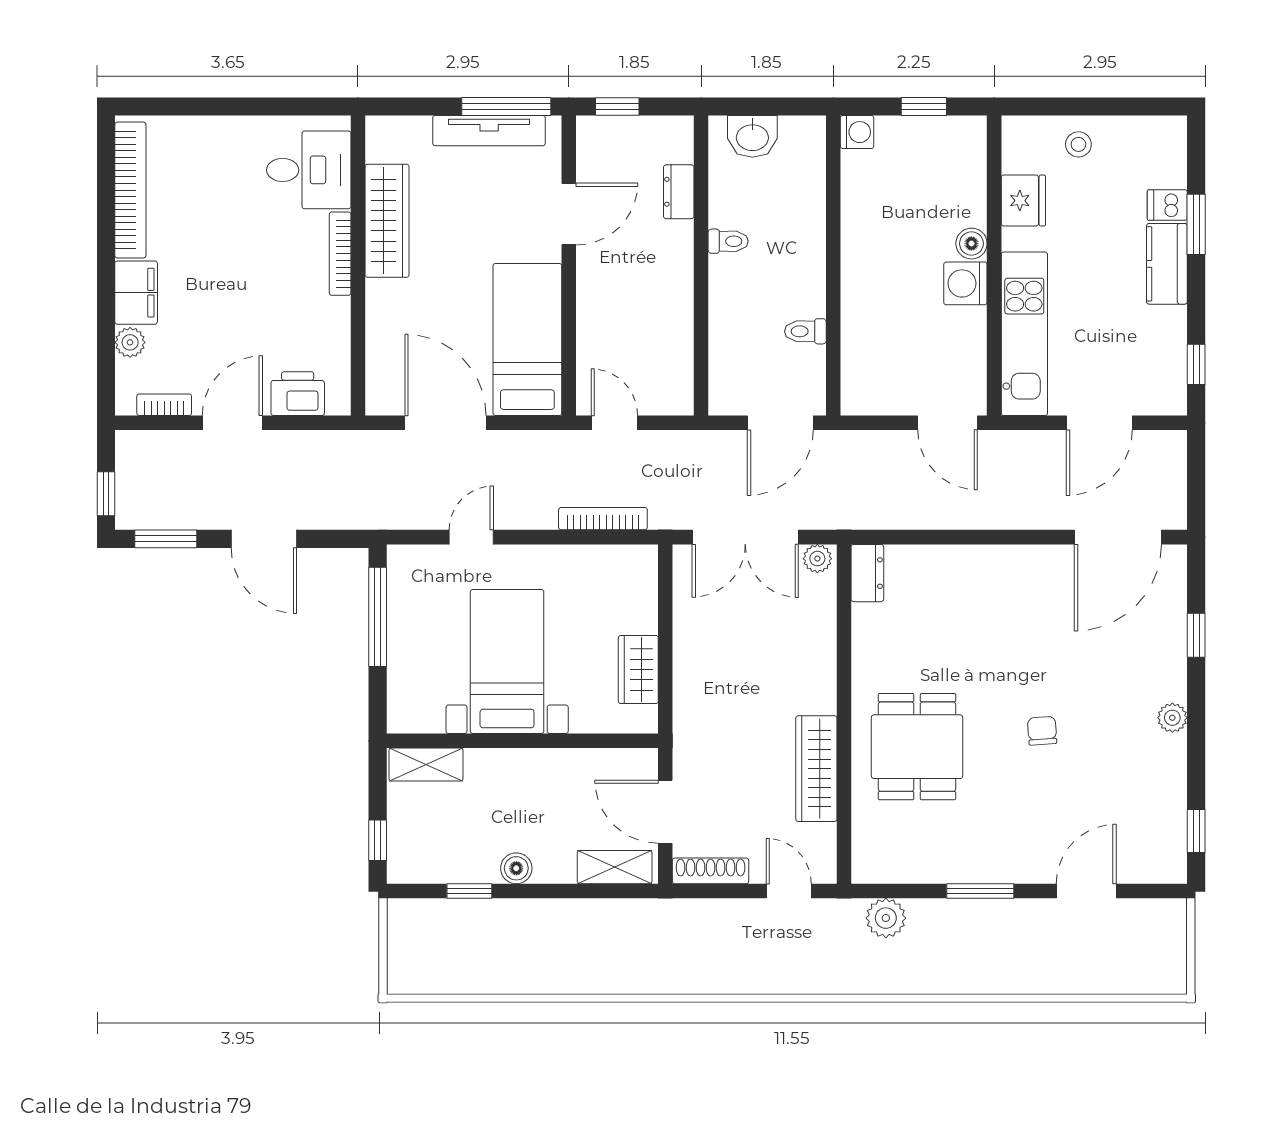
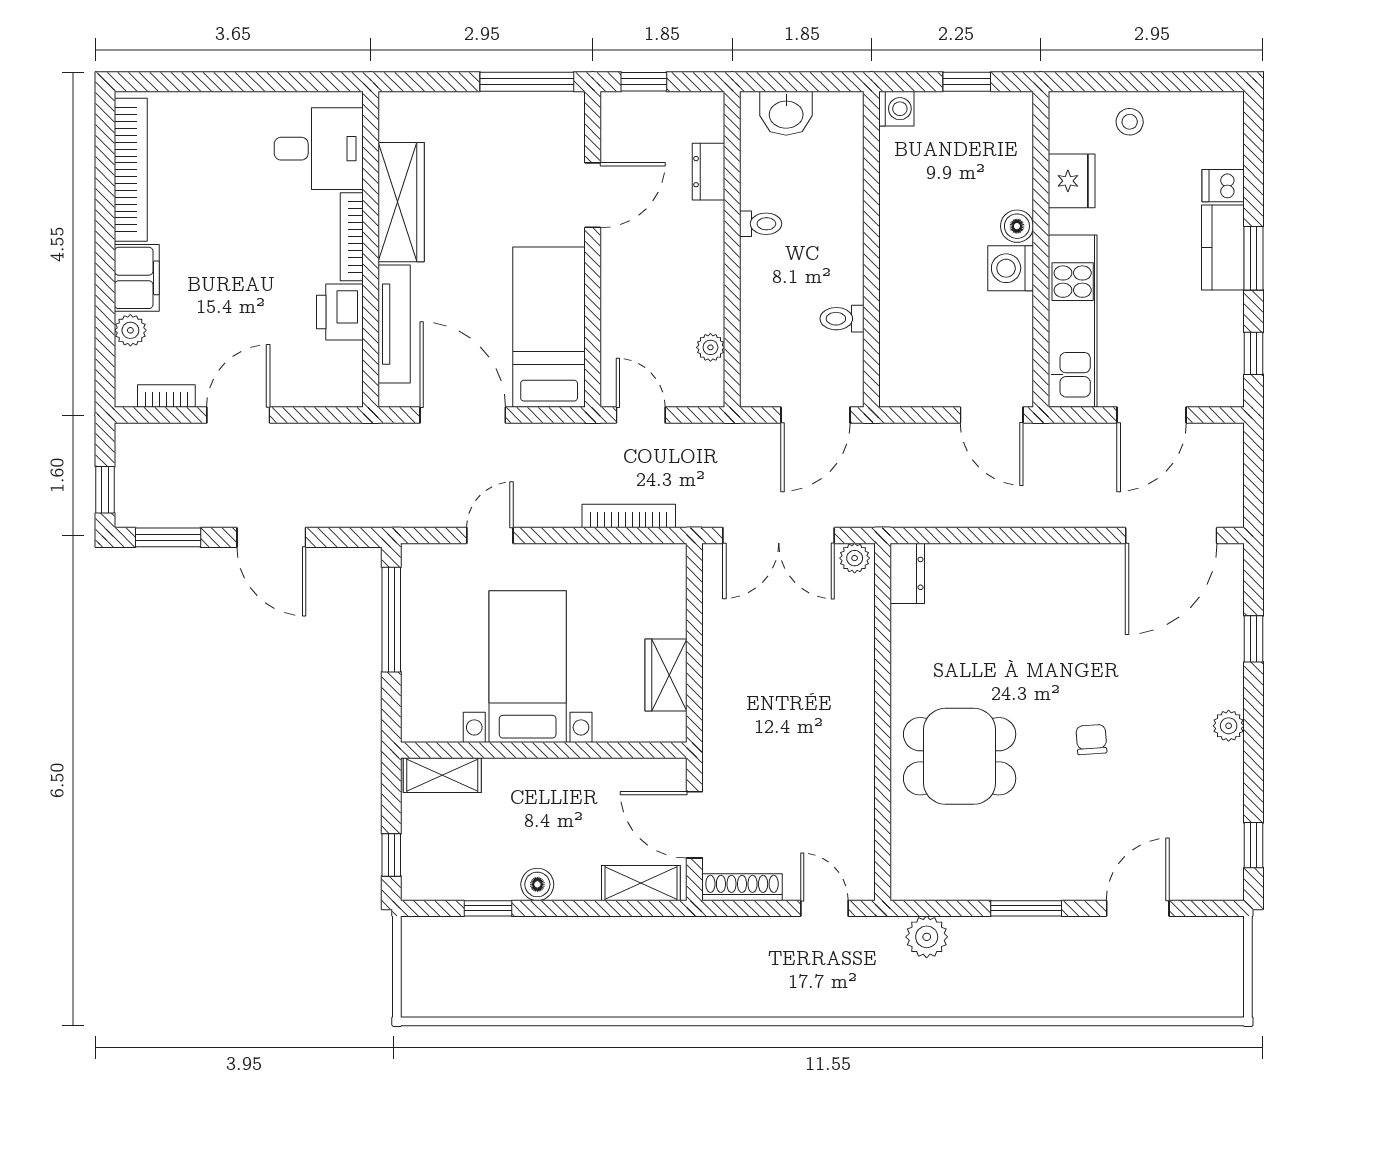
tv unit: (489, 131) -> (394, 324), moved, turned -90
window: (1196, 224) -> (1254, 258), moved
plant: (681, 359) -> (710, 347), added
printer: (298, 394) -> (340, 312), moved, turned -90
dining table: (917, 747) -> (960, 756), turned 90
wardrobe: (816, 769) -> (854, 779), removed

